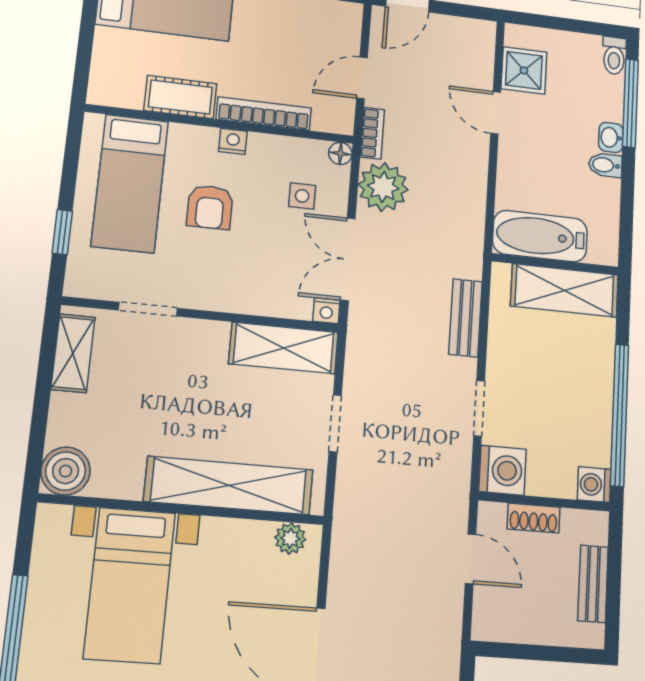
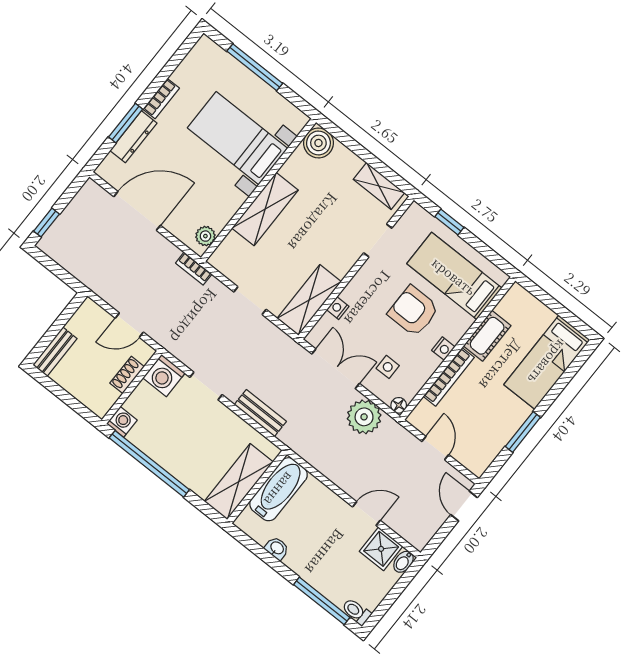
bookcase: (372, 133) -> (194, 269), moved
washbasin: (611, 137) -> (277, 548), moved
bidet: (605, 165) -> (403, 562), moved, turned 180
armchair: (210, 207) -> (413, 311), width x1.38, depth x1.38
nightstand: (326, 311) -> (338, 308), moved
shelving: (229, 486) -> (265, 209), width x0.68
bench: (593, 584) -> (55, 352), moved, turned 90

